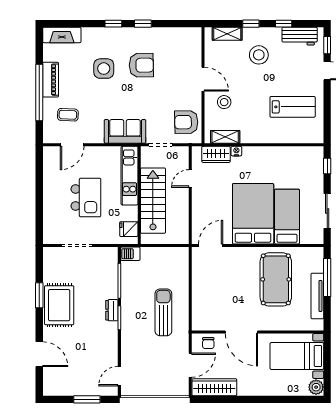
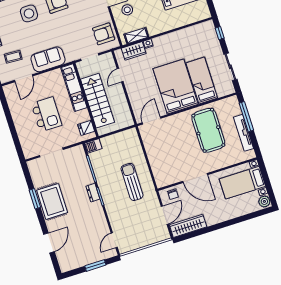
sofa: (125, 131) -> (48, 59), moved
door: (39, 354) -> (49, 243), hinge flipped

